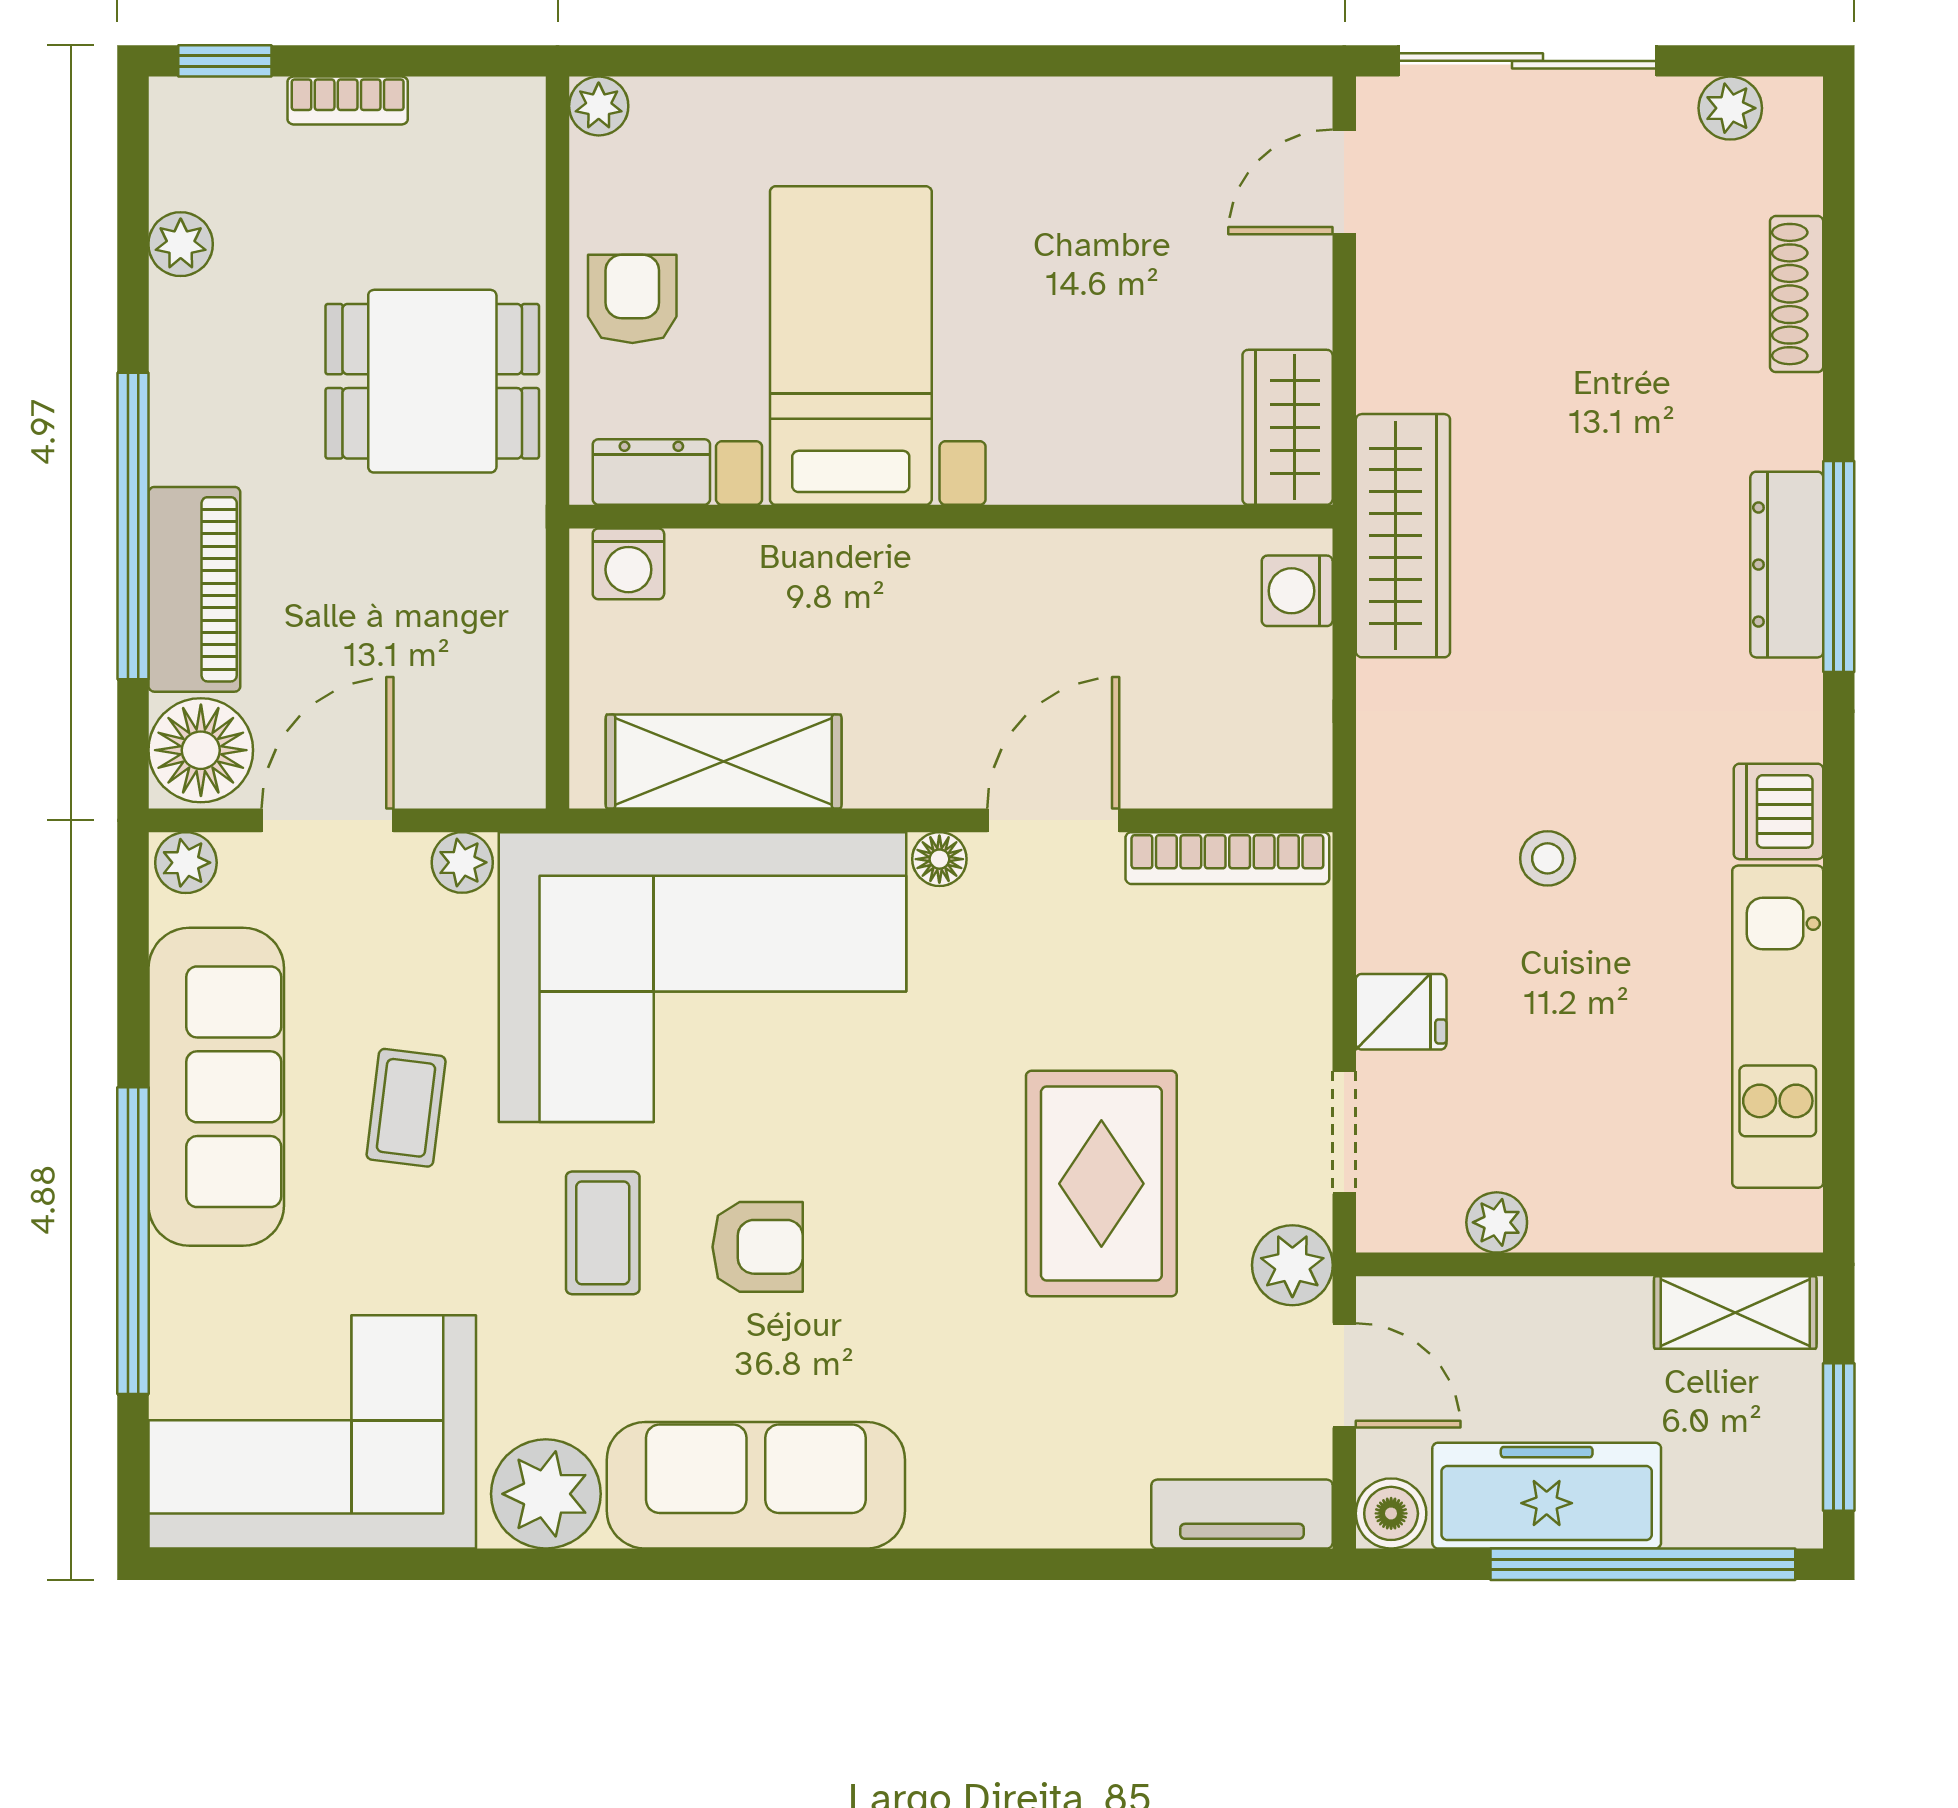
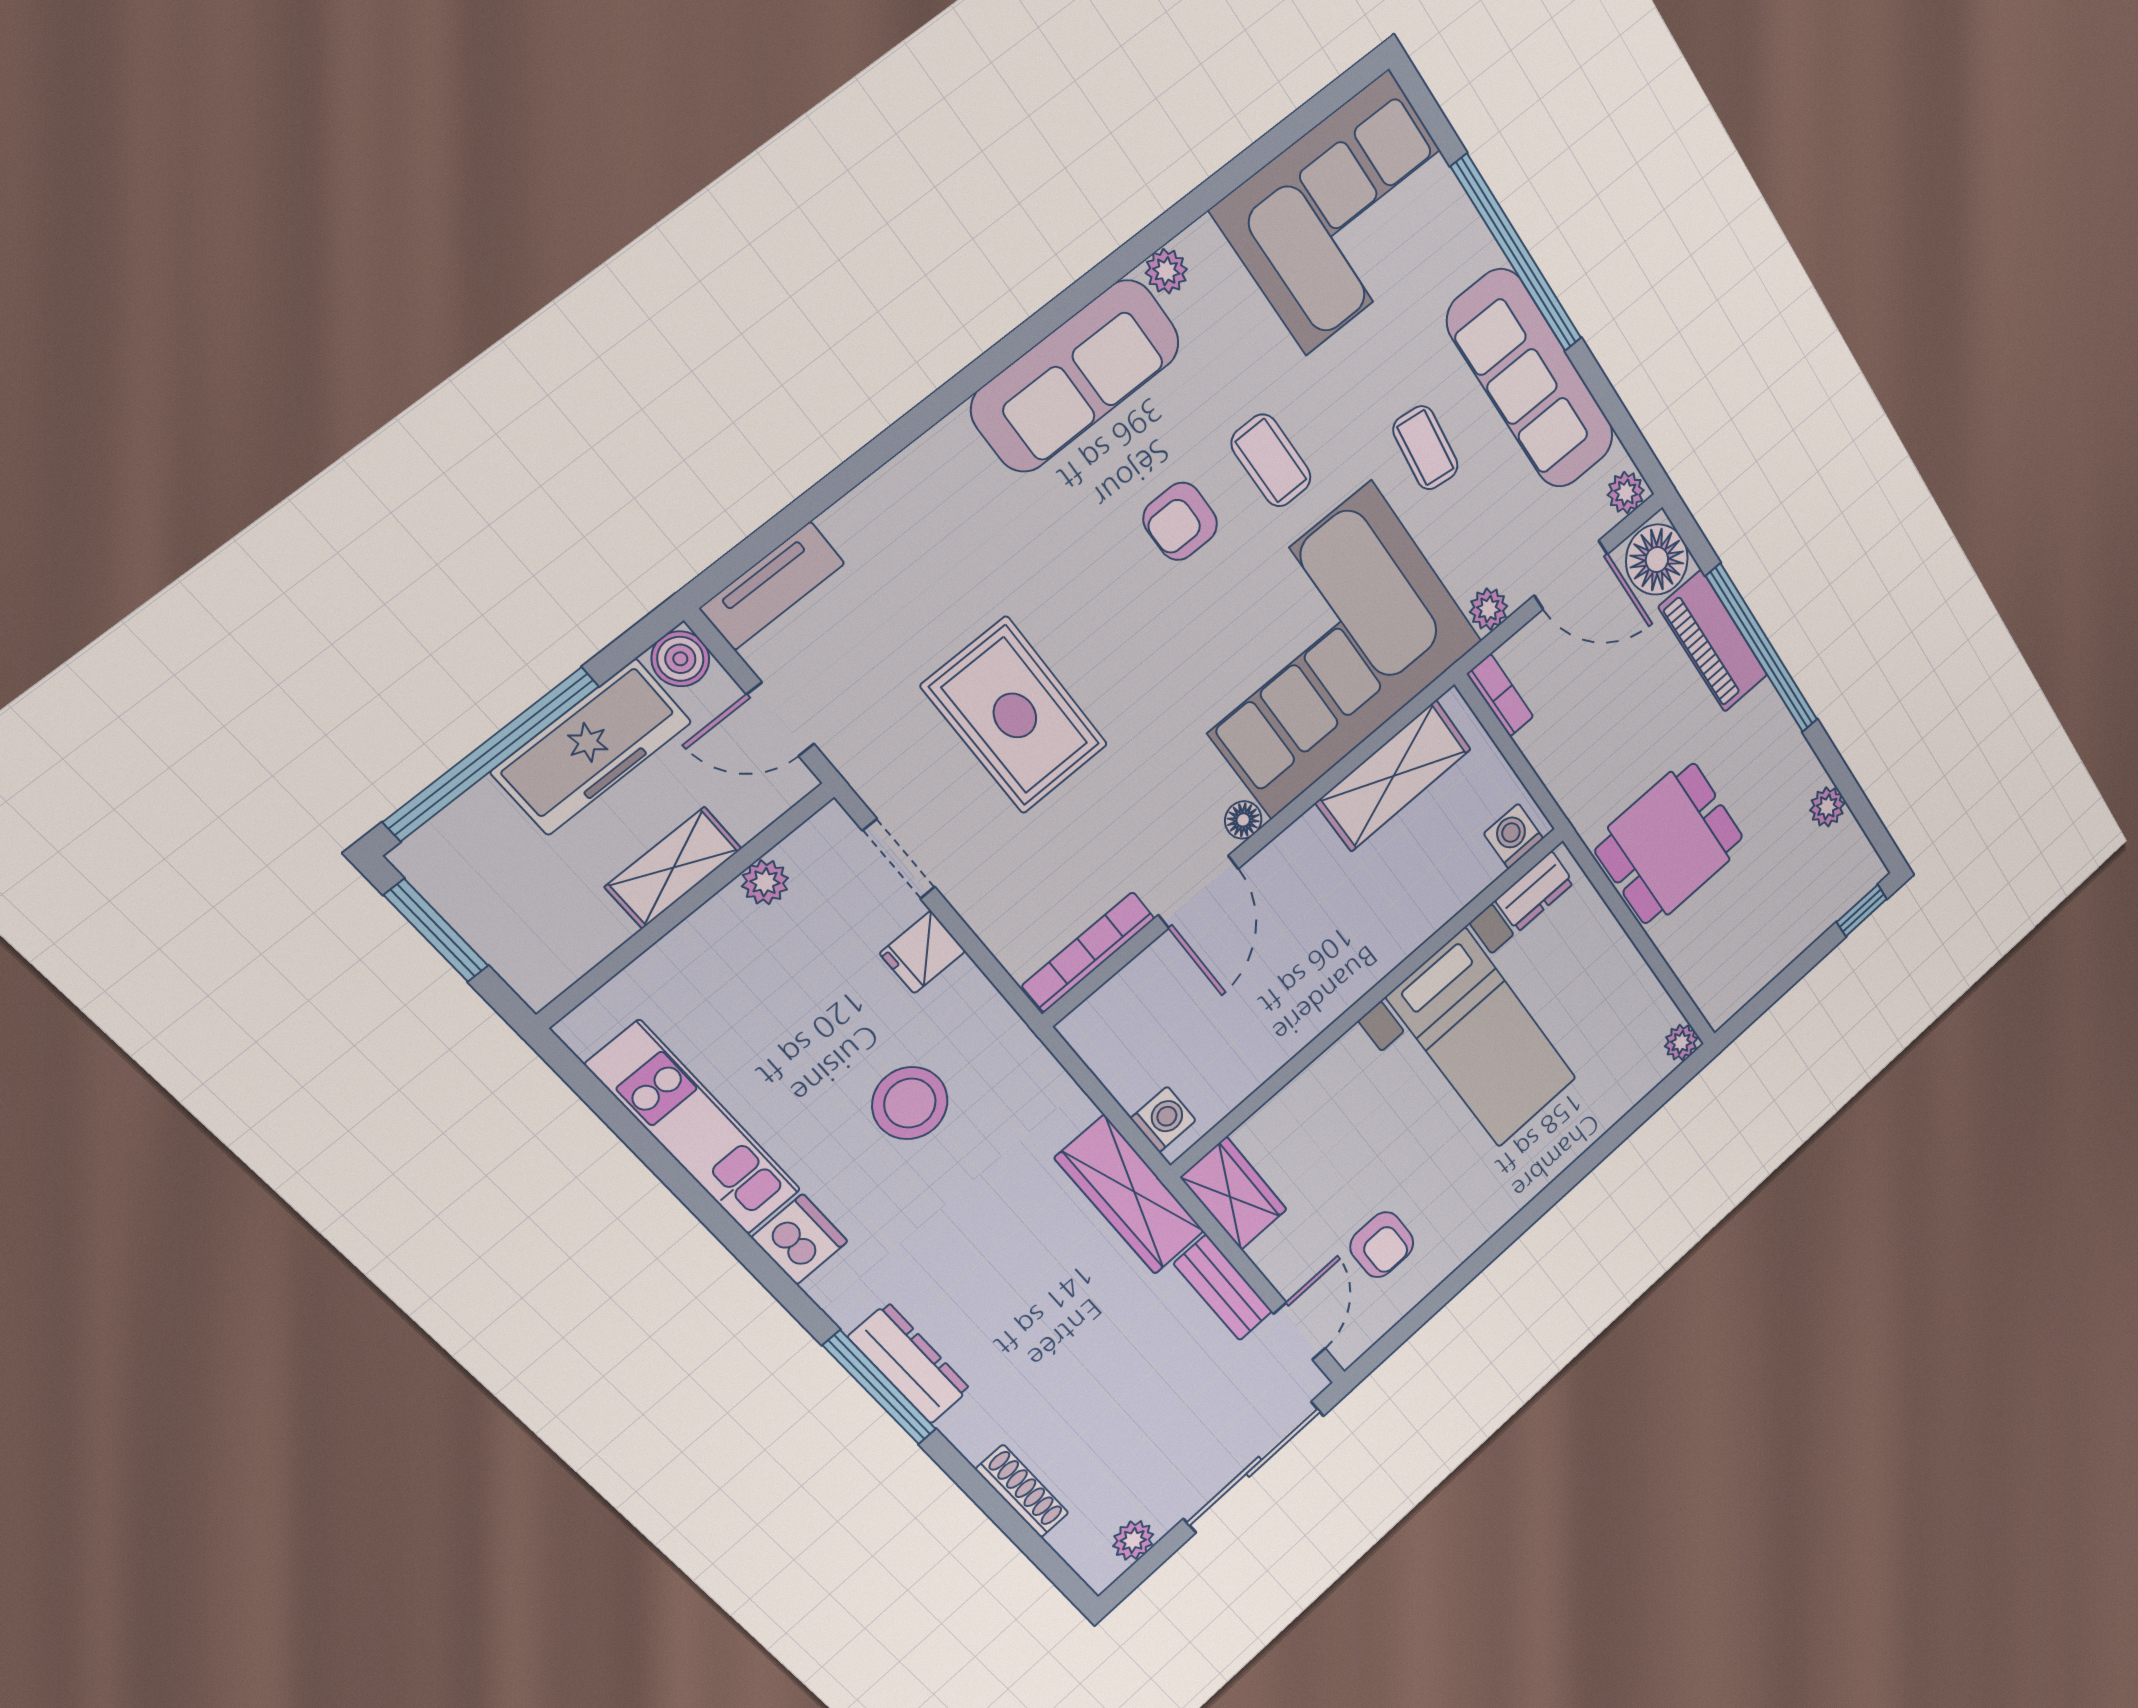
bookcase: (348, 101) -> (1500, 695), moved, turned 90
armchair: (632, 299) -> (1382, 1245), moved
bench: (1388, 323) -> (1223, 1288), added
door: (328, 820) -> (1571, 575), hinge flipped
stool: (1548, 858) -> (910, 1103), width x1.89, depth x1.89
plant: (1292, 1265) -> (866, 759), removed
shelving: (1735, 1312) -> (673, 868), moved
plant: (546, 1494) -> (1166, 271), width x0.53, depth x0.53

